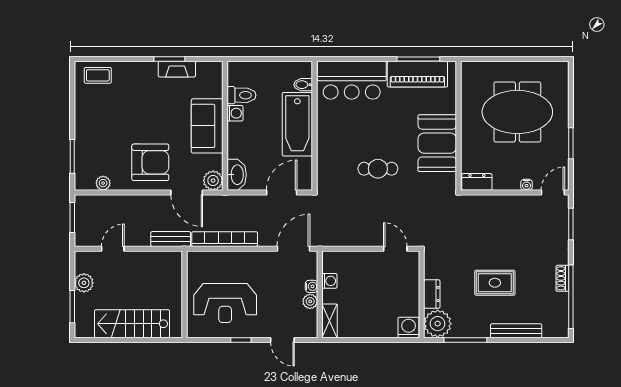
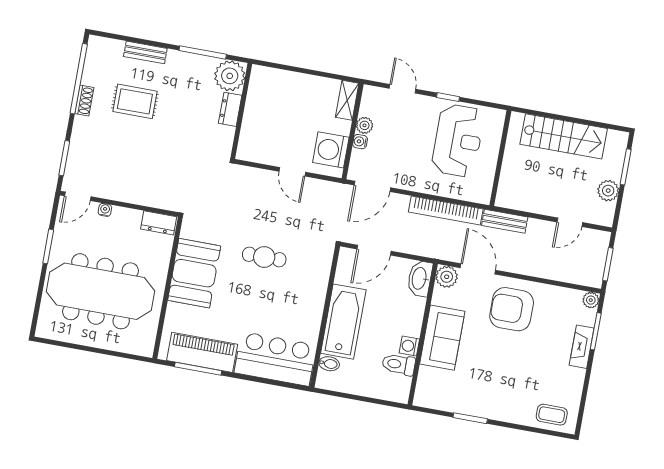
fireplace: (177, 69) -> (582, 347), moved, turned -90
meeting table: (517, 112) -> (101, 291), width x1.36
plant: (103, 183) -> (591, 300), moved
door: (395, 249) -> (292, 172), moved
washing machine: (329, 281) -> (331, 150), width x1.89, depth x1.89
rug: (495, 283) -> (135, 101), moved
reception desk: (225, 303) -> (458, 140), turned 90
washing machine: (409, 327) -> (262, 77), removed
bench: (516, 331) -> (145, 52), width x0.73

